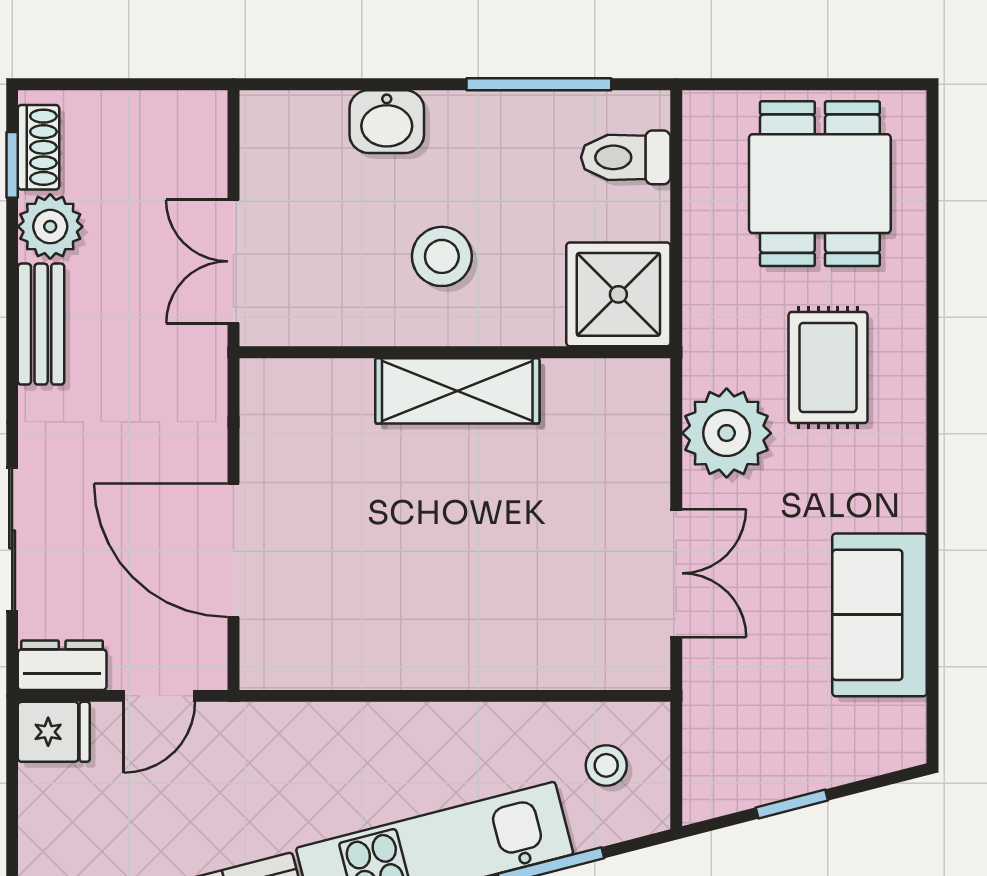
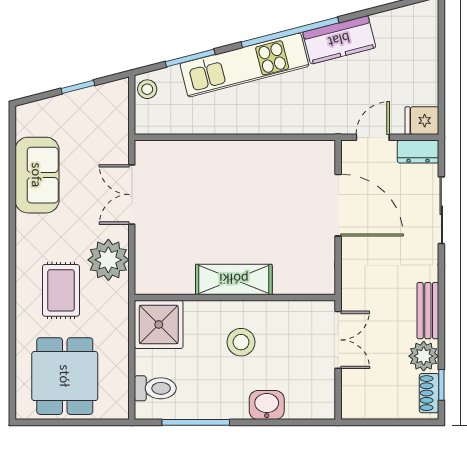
stool: (606, 765) -> (147, 89), moved

